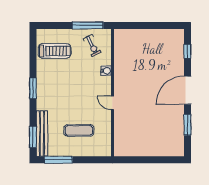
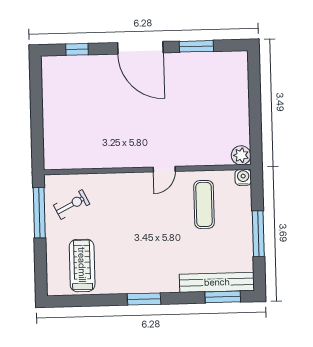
water cooler: (106, 71) -> (243, 177), moved
exercise mat: (79, 130) -> (204, 204), moved
plant: (120, 150) -> (241, 155), added
window: (58, 160) -> (258, 234), moved

